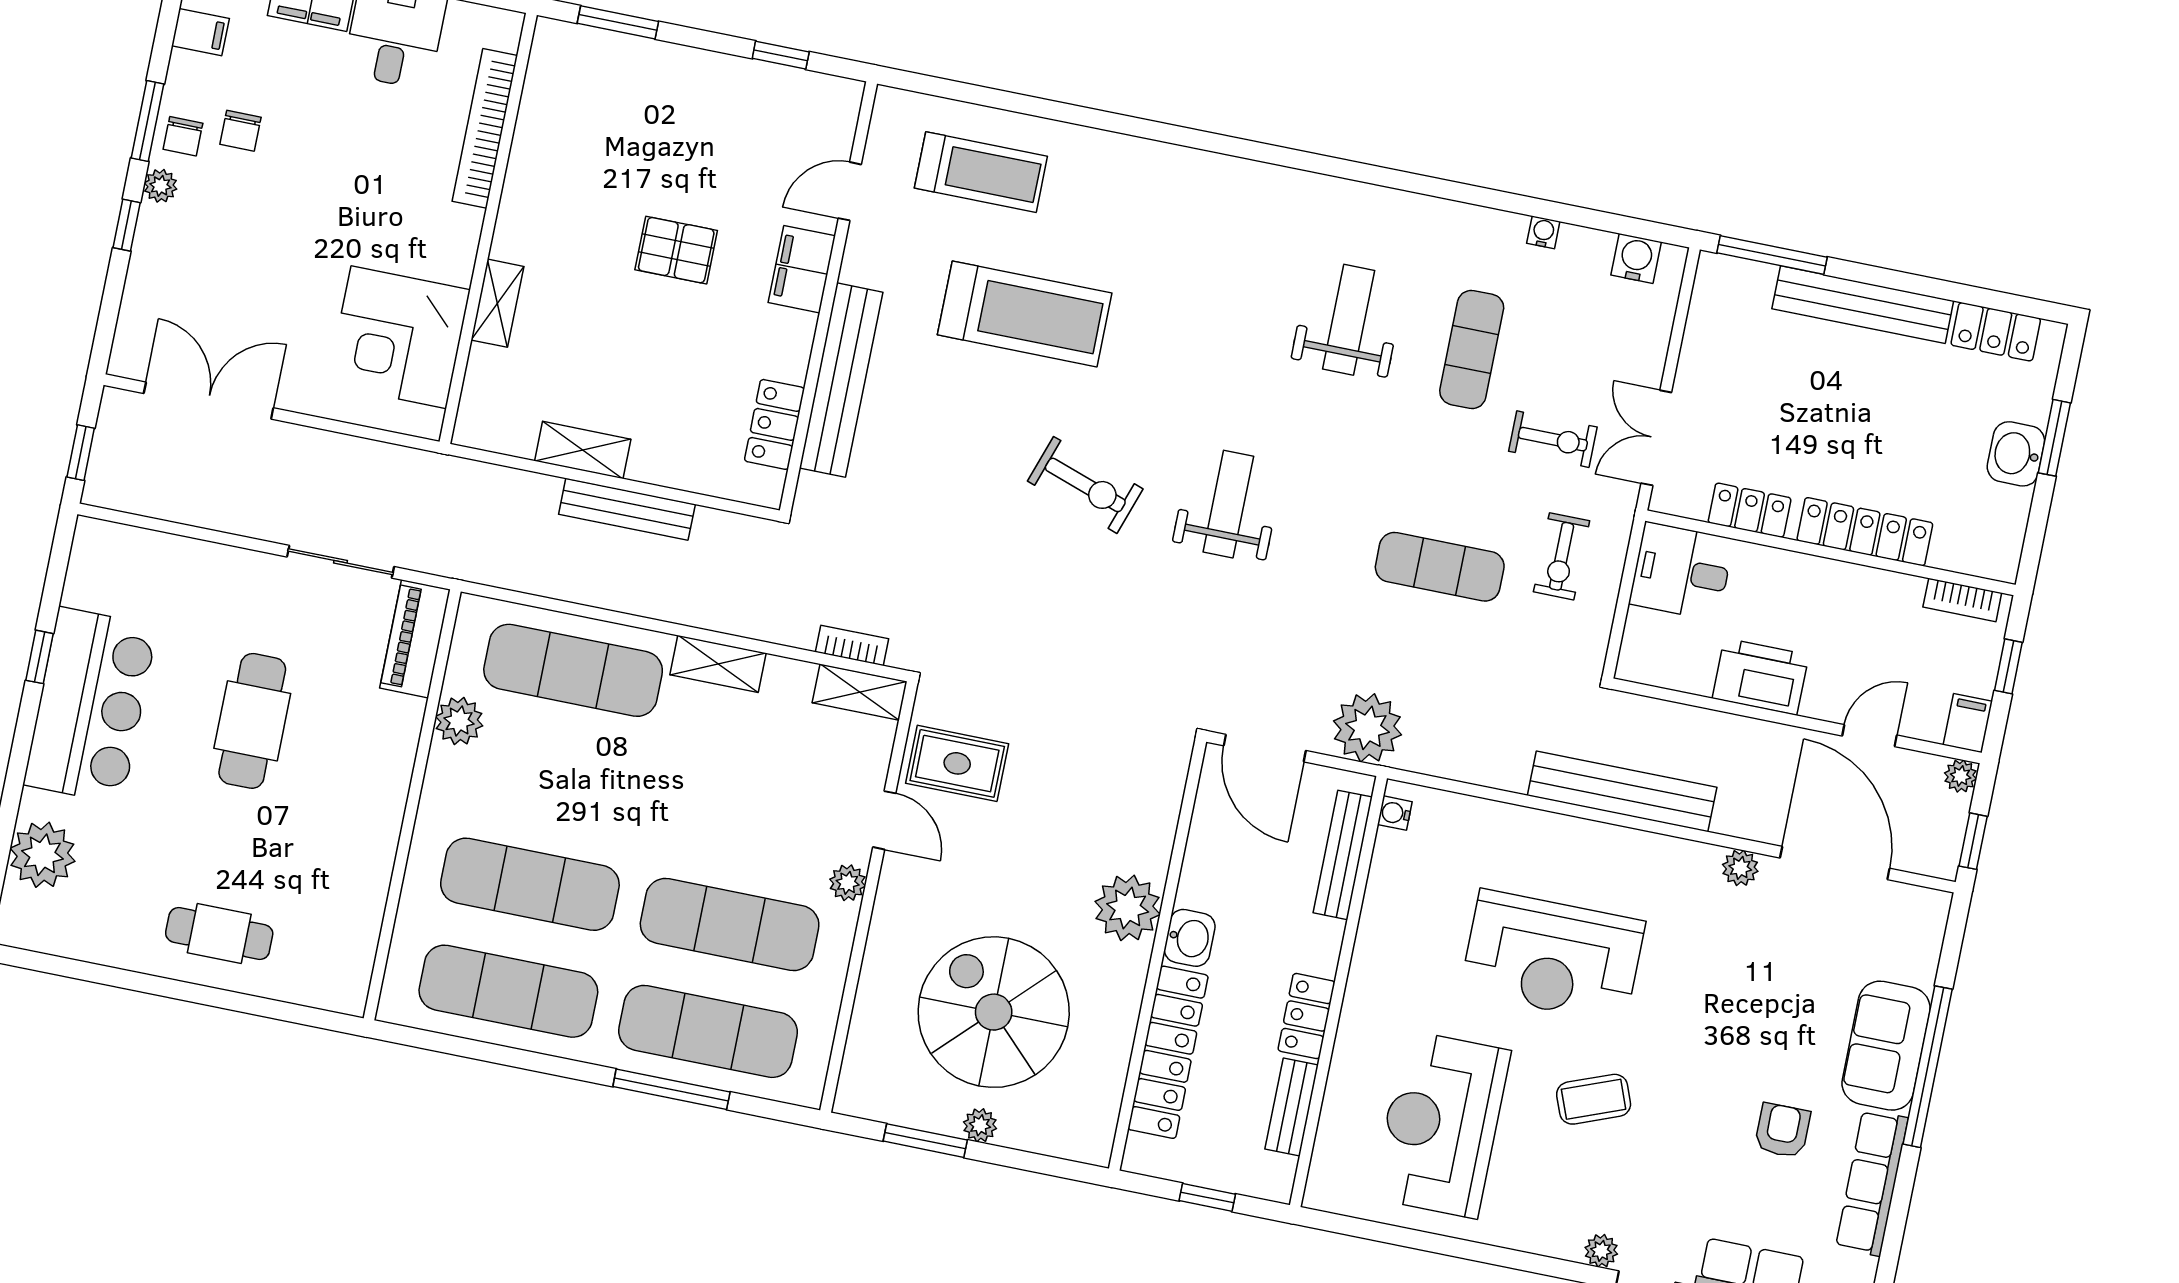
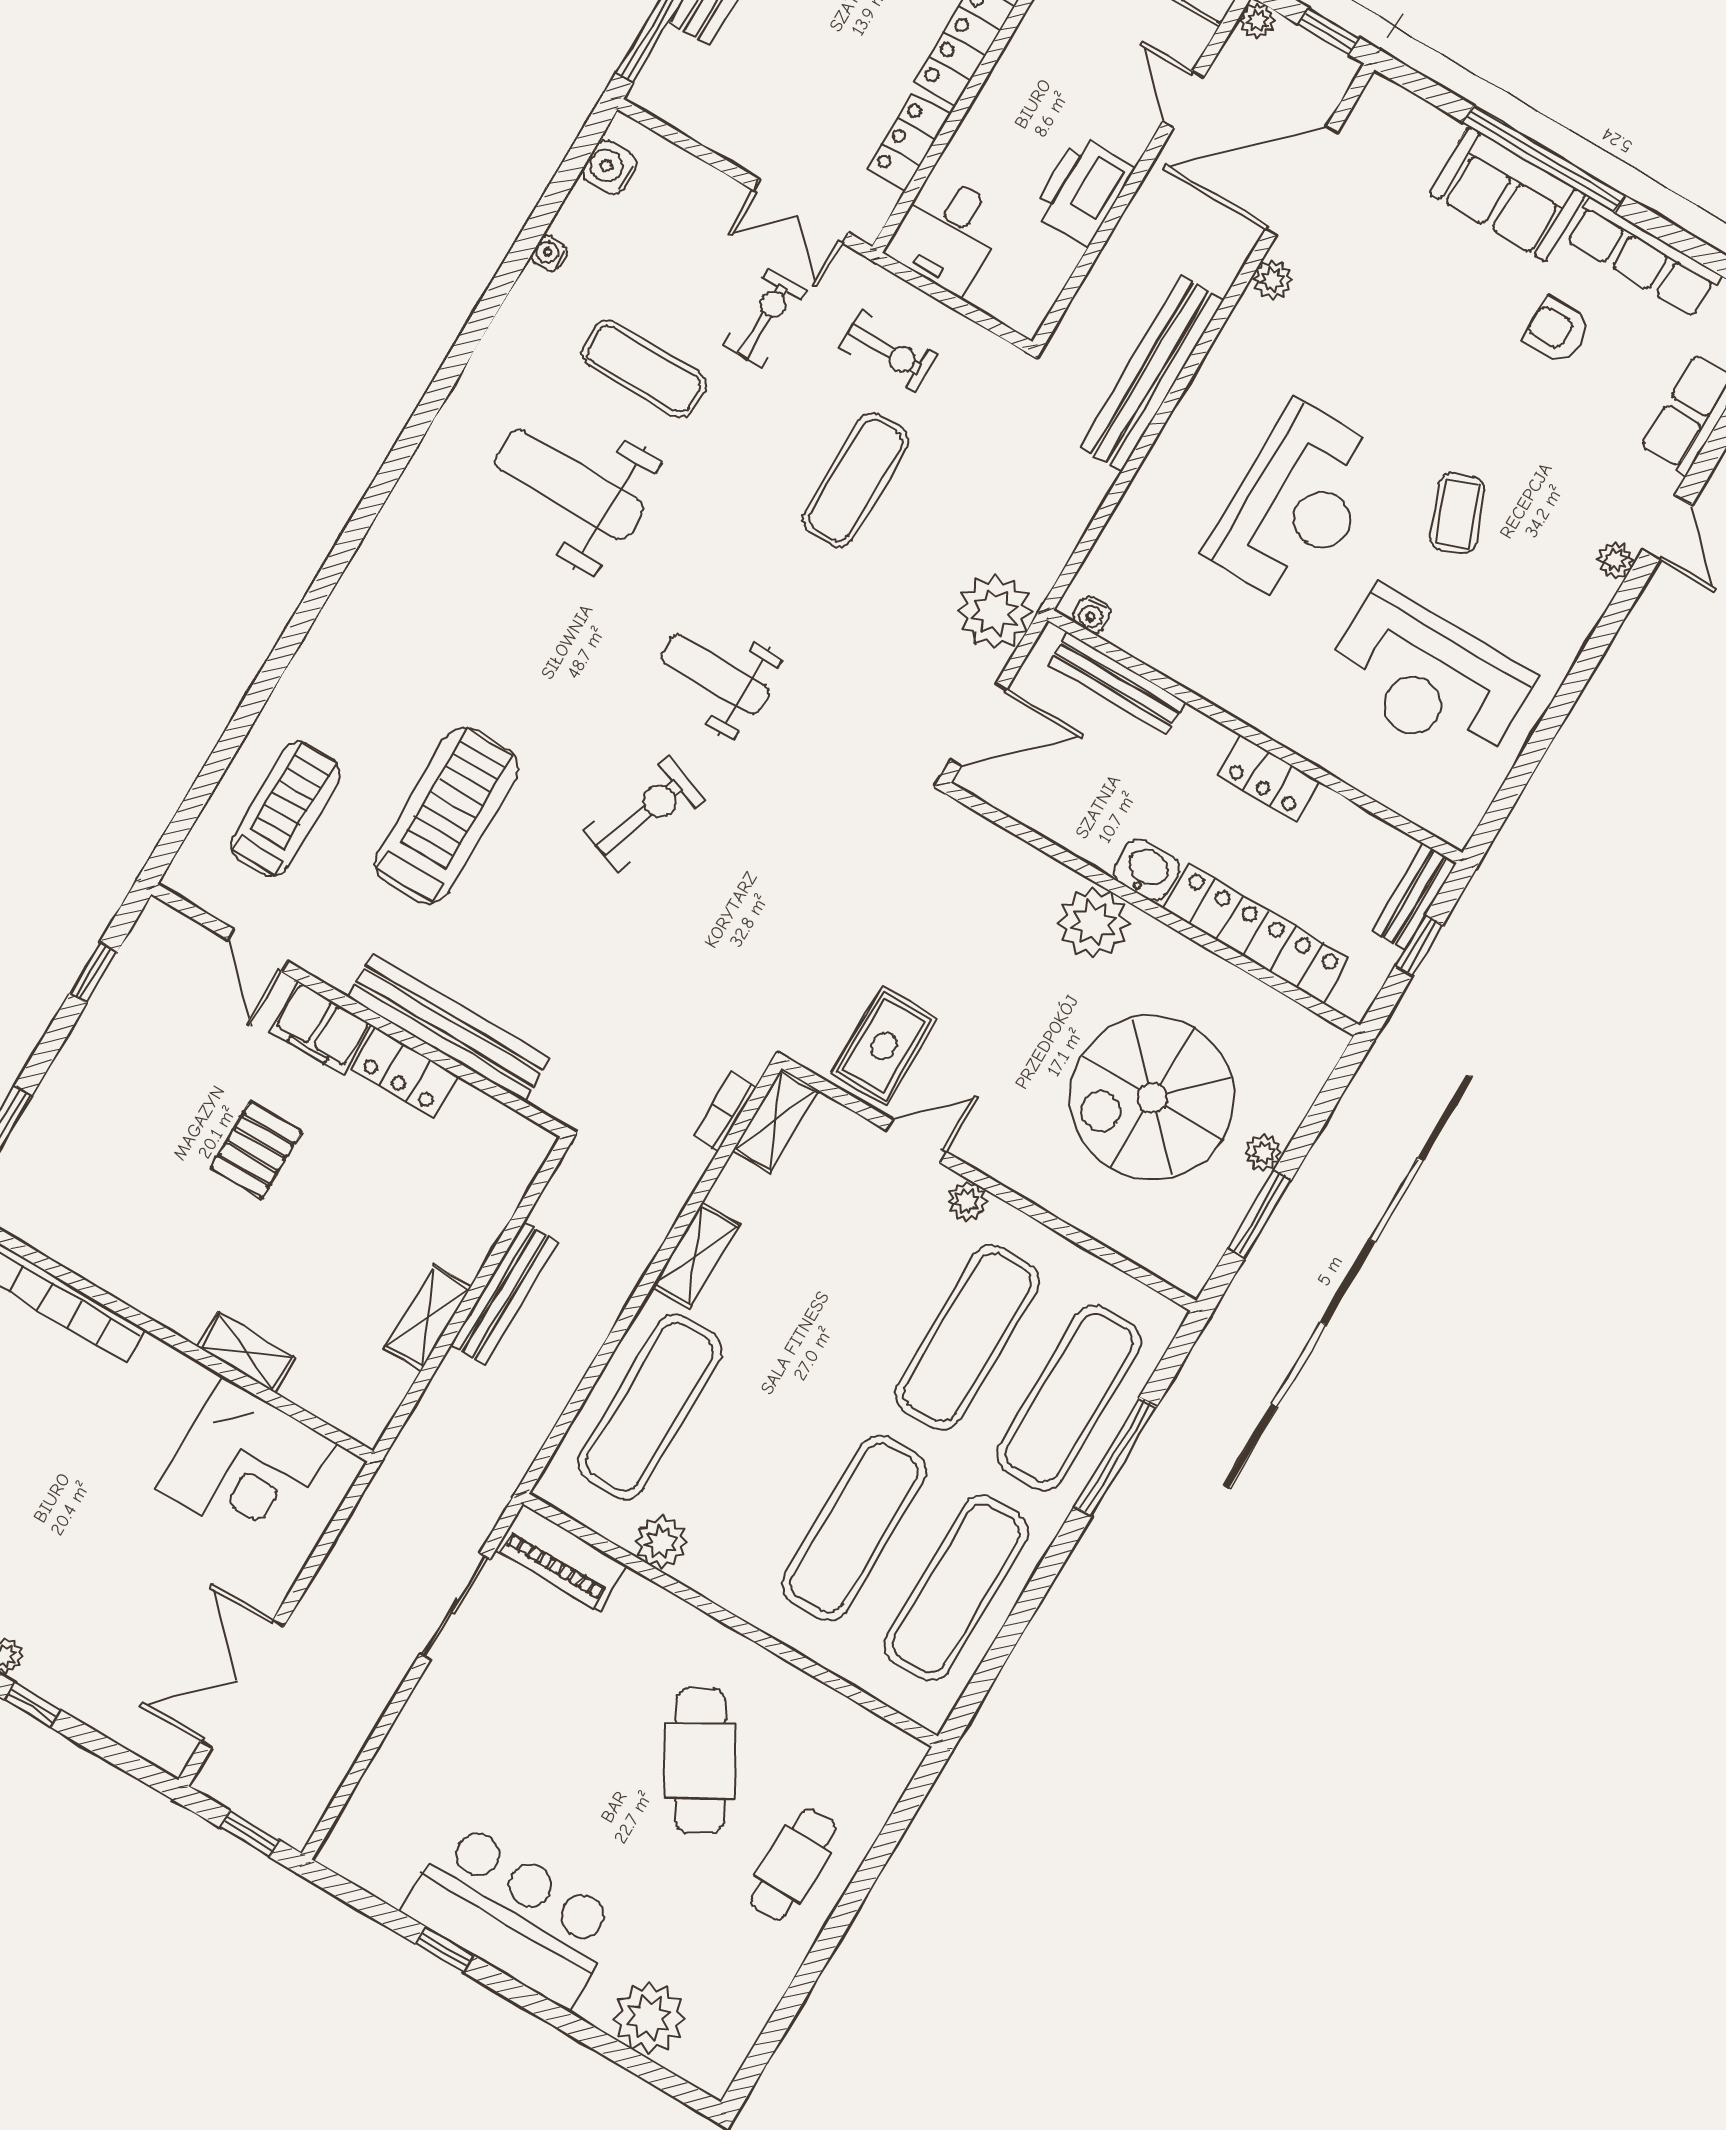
weight bench: (1349, 320) -> (569, 485), width x1.36, depth x1.33
locker: (774, 424) -> (405, 1073), moved
cafe table: (252, 721) -> (700, 1761), moved, turned 60
bench: (1292, 1107) -> (1414, 897), moved, turned 90

